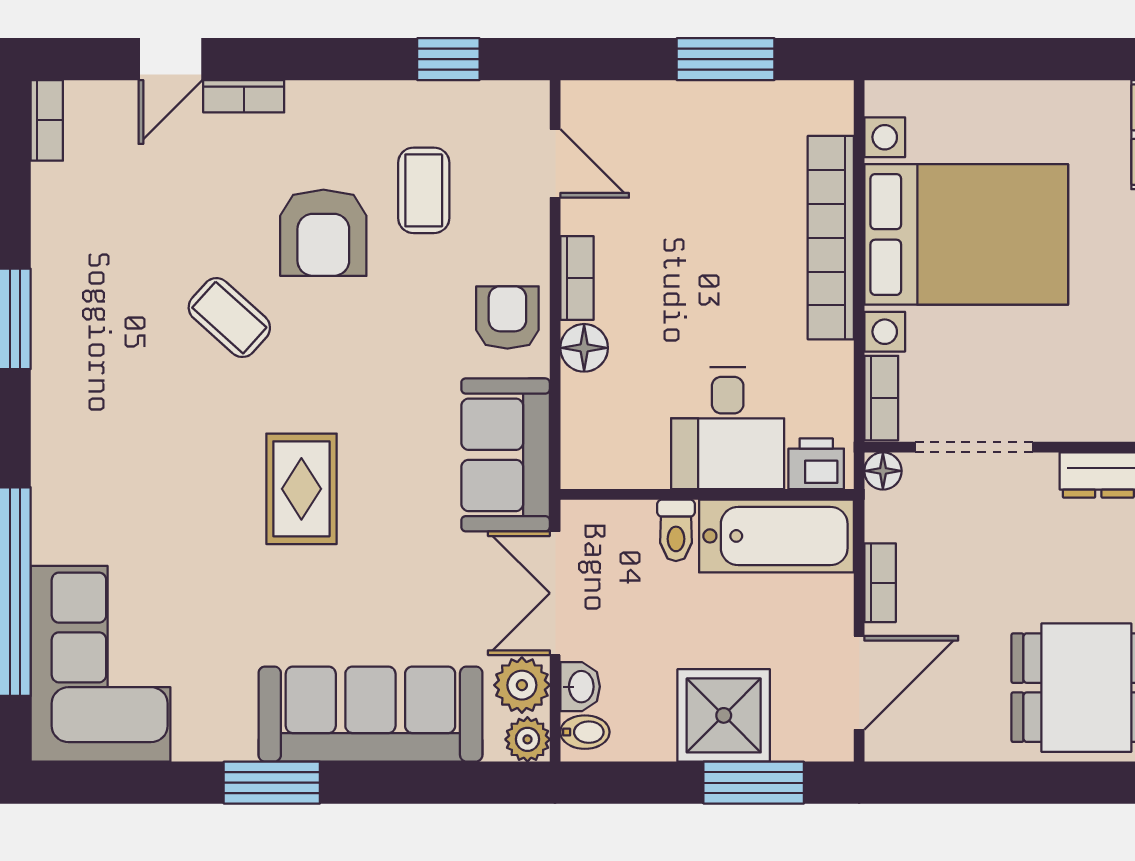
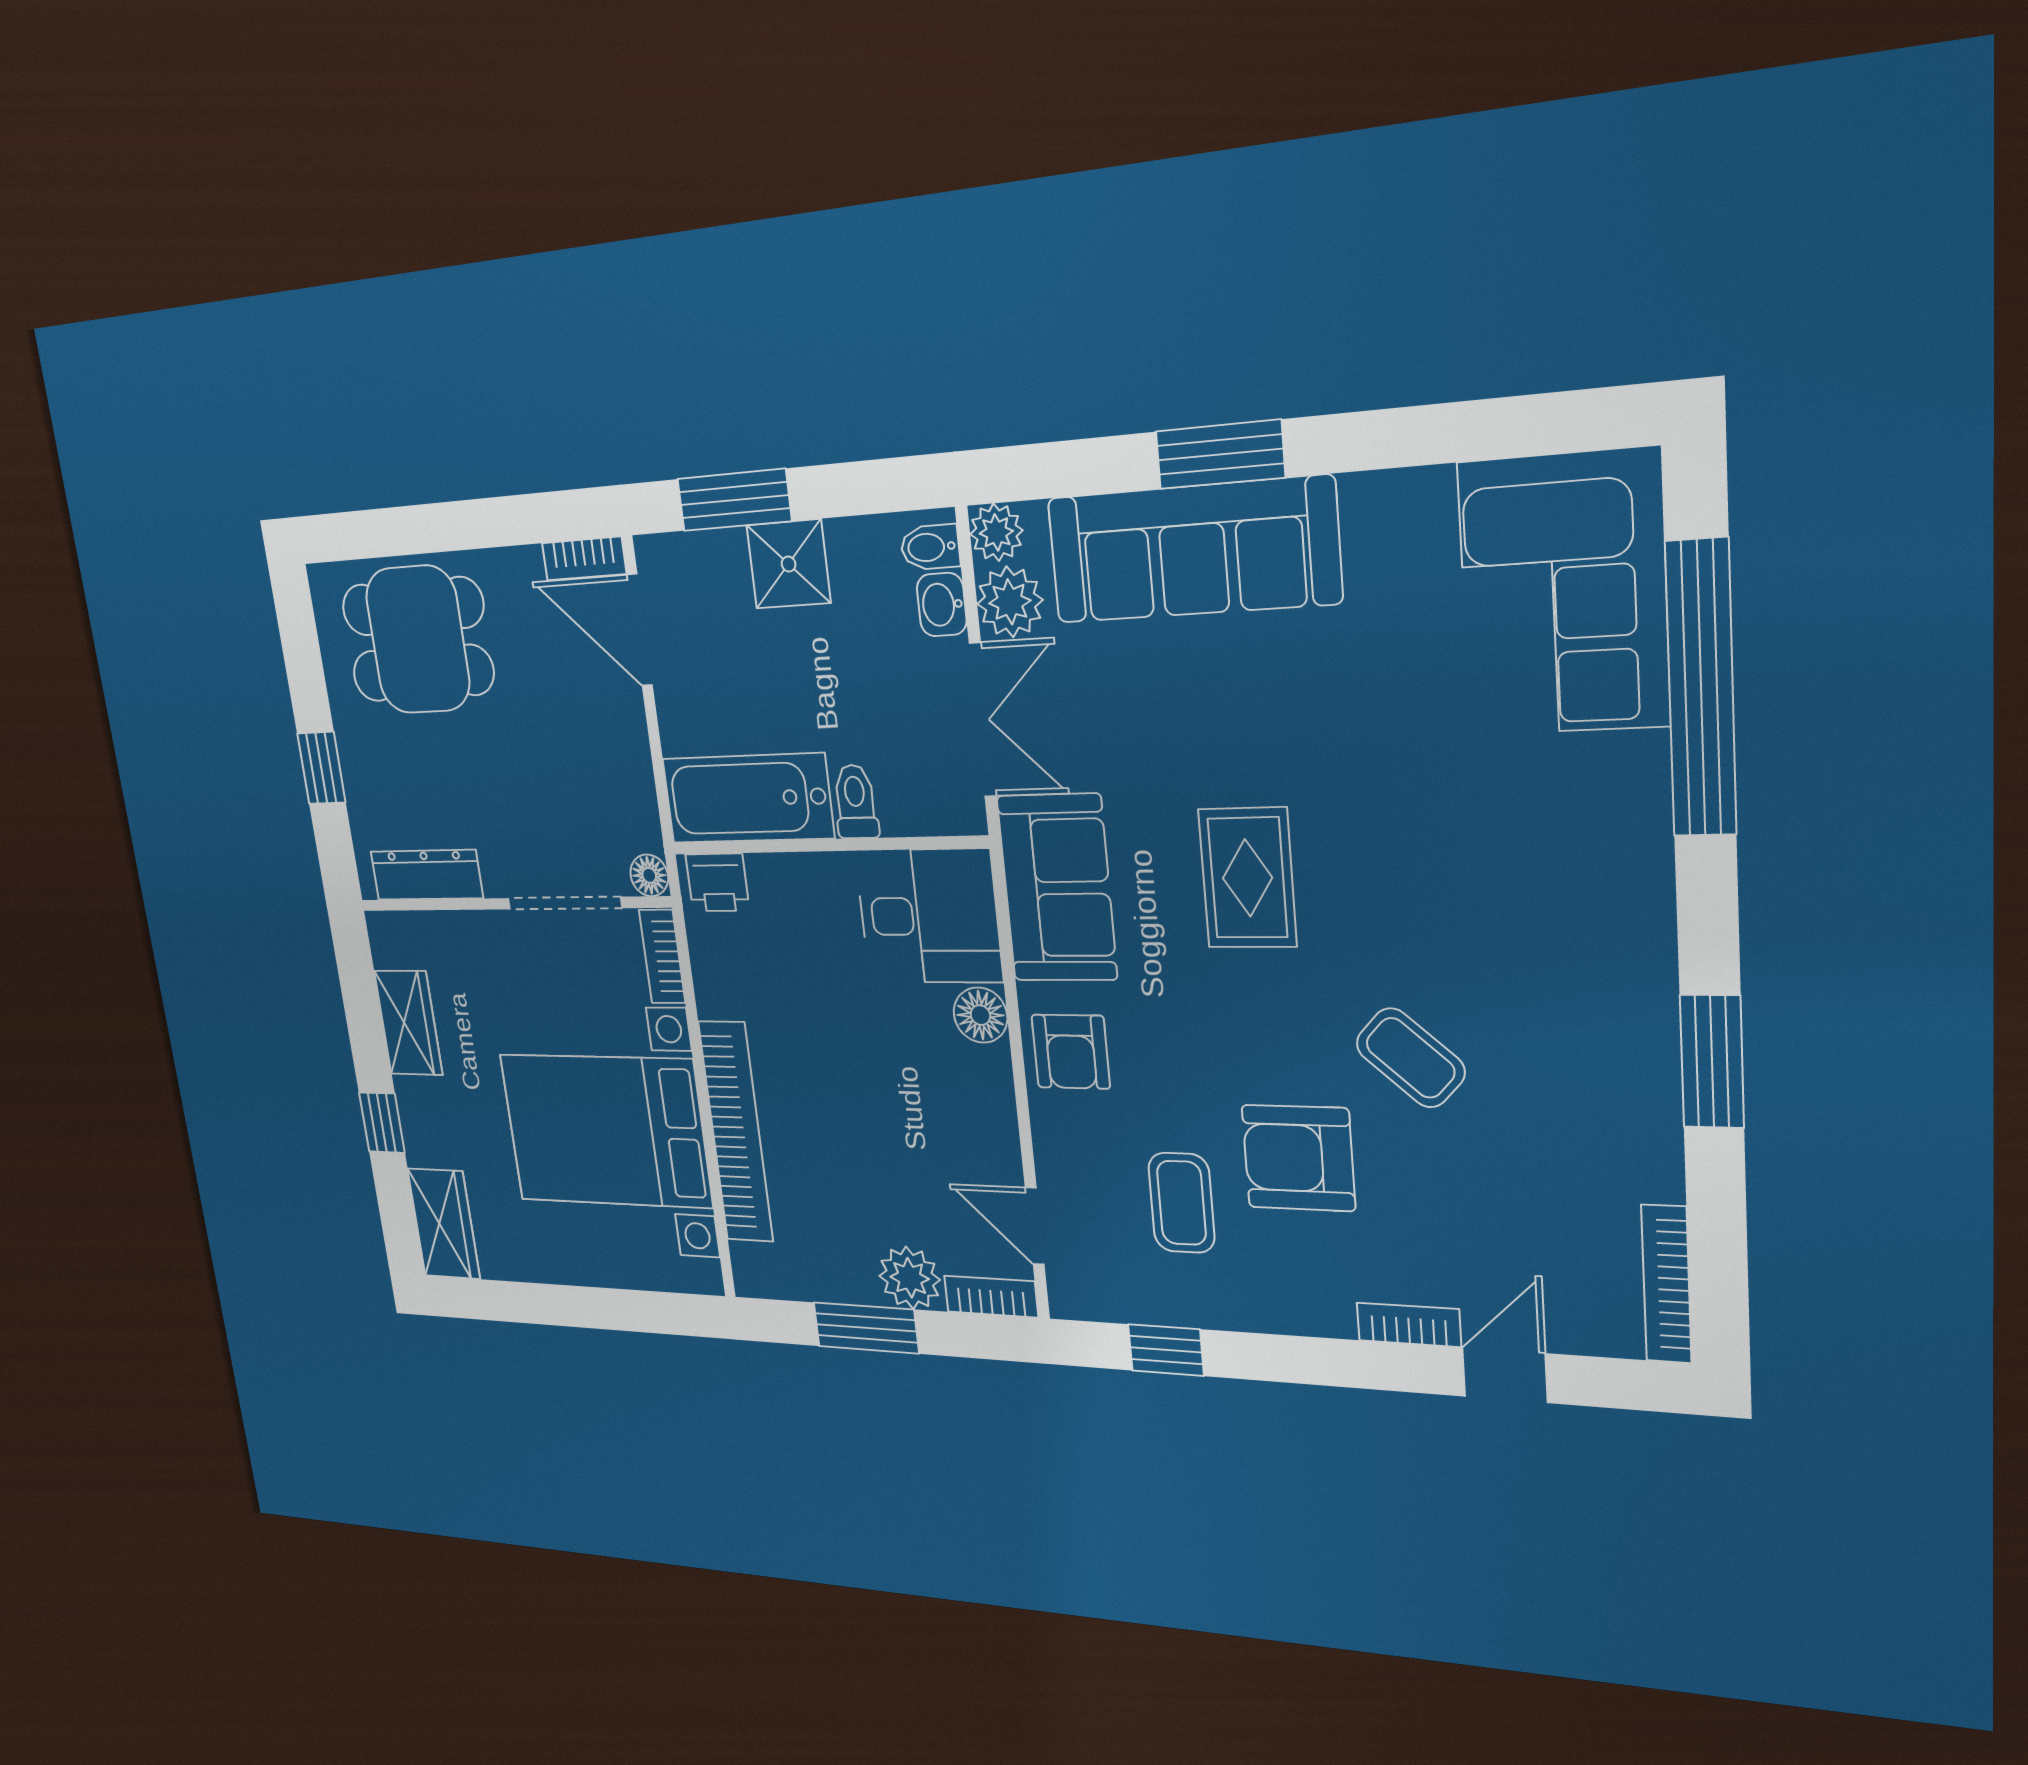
plant: (677, 109) -> (910, 1278), added
bookcase: (47, 120) -> (1666, 1284), width x1.56
armchair: (323, 233) -> (1298, 1158), turned -90
bookcase: (577, 278) -> (991, 1297), moved, turned 90
desk: (728, 428) -> (929, 916), moved, turned 90
rug: (301, 489) -> (1248, 878), moved
bookcase: (880, 583) -> (584, 558), moved, turned -90
door: (859, 683) -> (640, 630), hinge flipped
shower: (724, 715) -> (789, 564), width x0.73, depth x0.73
window: (272, 783) -> (1220, 454), moved

